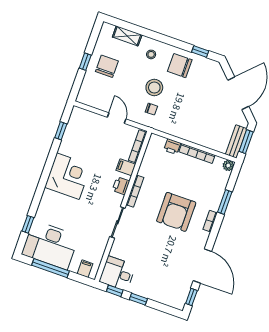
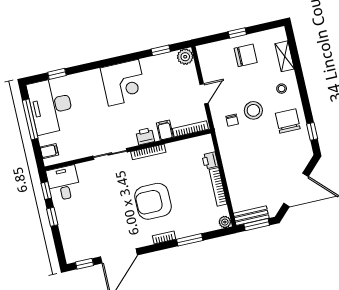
plant: (78, 115) -> (185, 57), added

